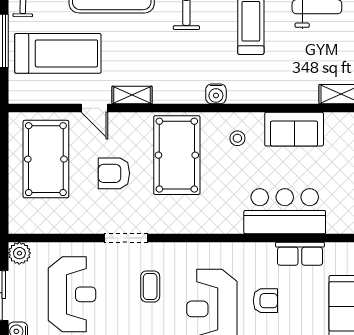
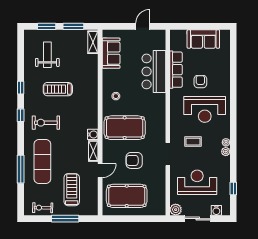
treadmill: (58, 53) -> (72, 190), width x0.73, depth x0.73
water cooler: (216, 94) -> (93, 134), moved
sofa: (294, 129) -> (111, 53), moved
armchair: (114, 173) -> (134, 160), turned 90
row of seats: (300, 254) -> (176, 70), width x1.48

